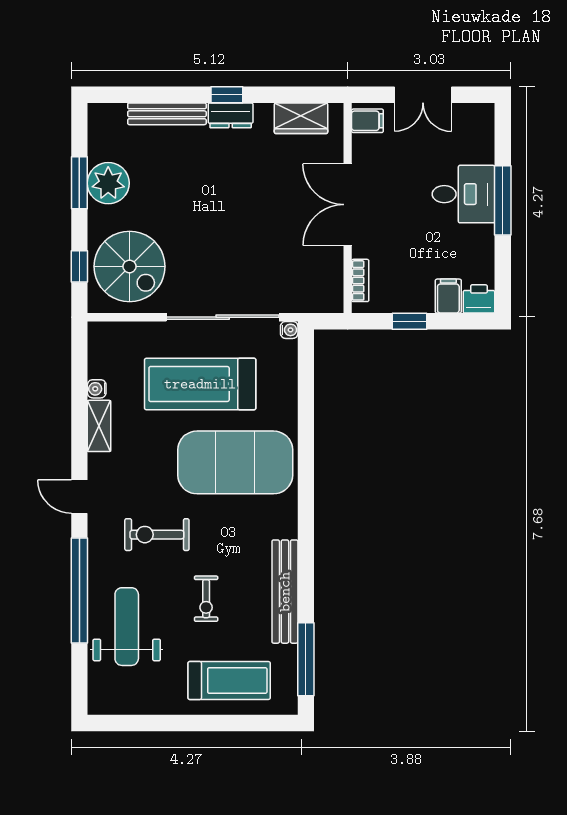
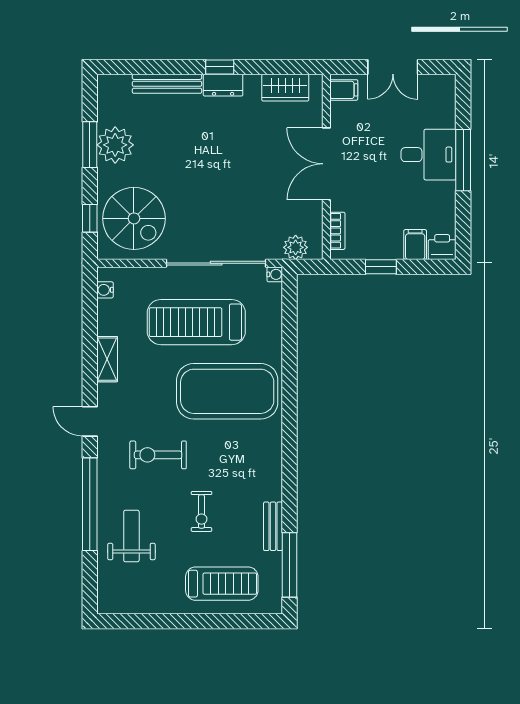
plant: (313, 299) -> (296, 247), added
water cooler: (97, 389) -> (105, 290), moved
bench: (285, 592) -> (273, 526), width x0.54, depth x0.82
weight bench: (127, 627) -> (131, 536), width x0.73, depth x0.75

